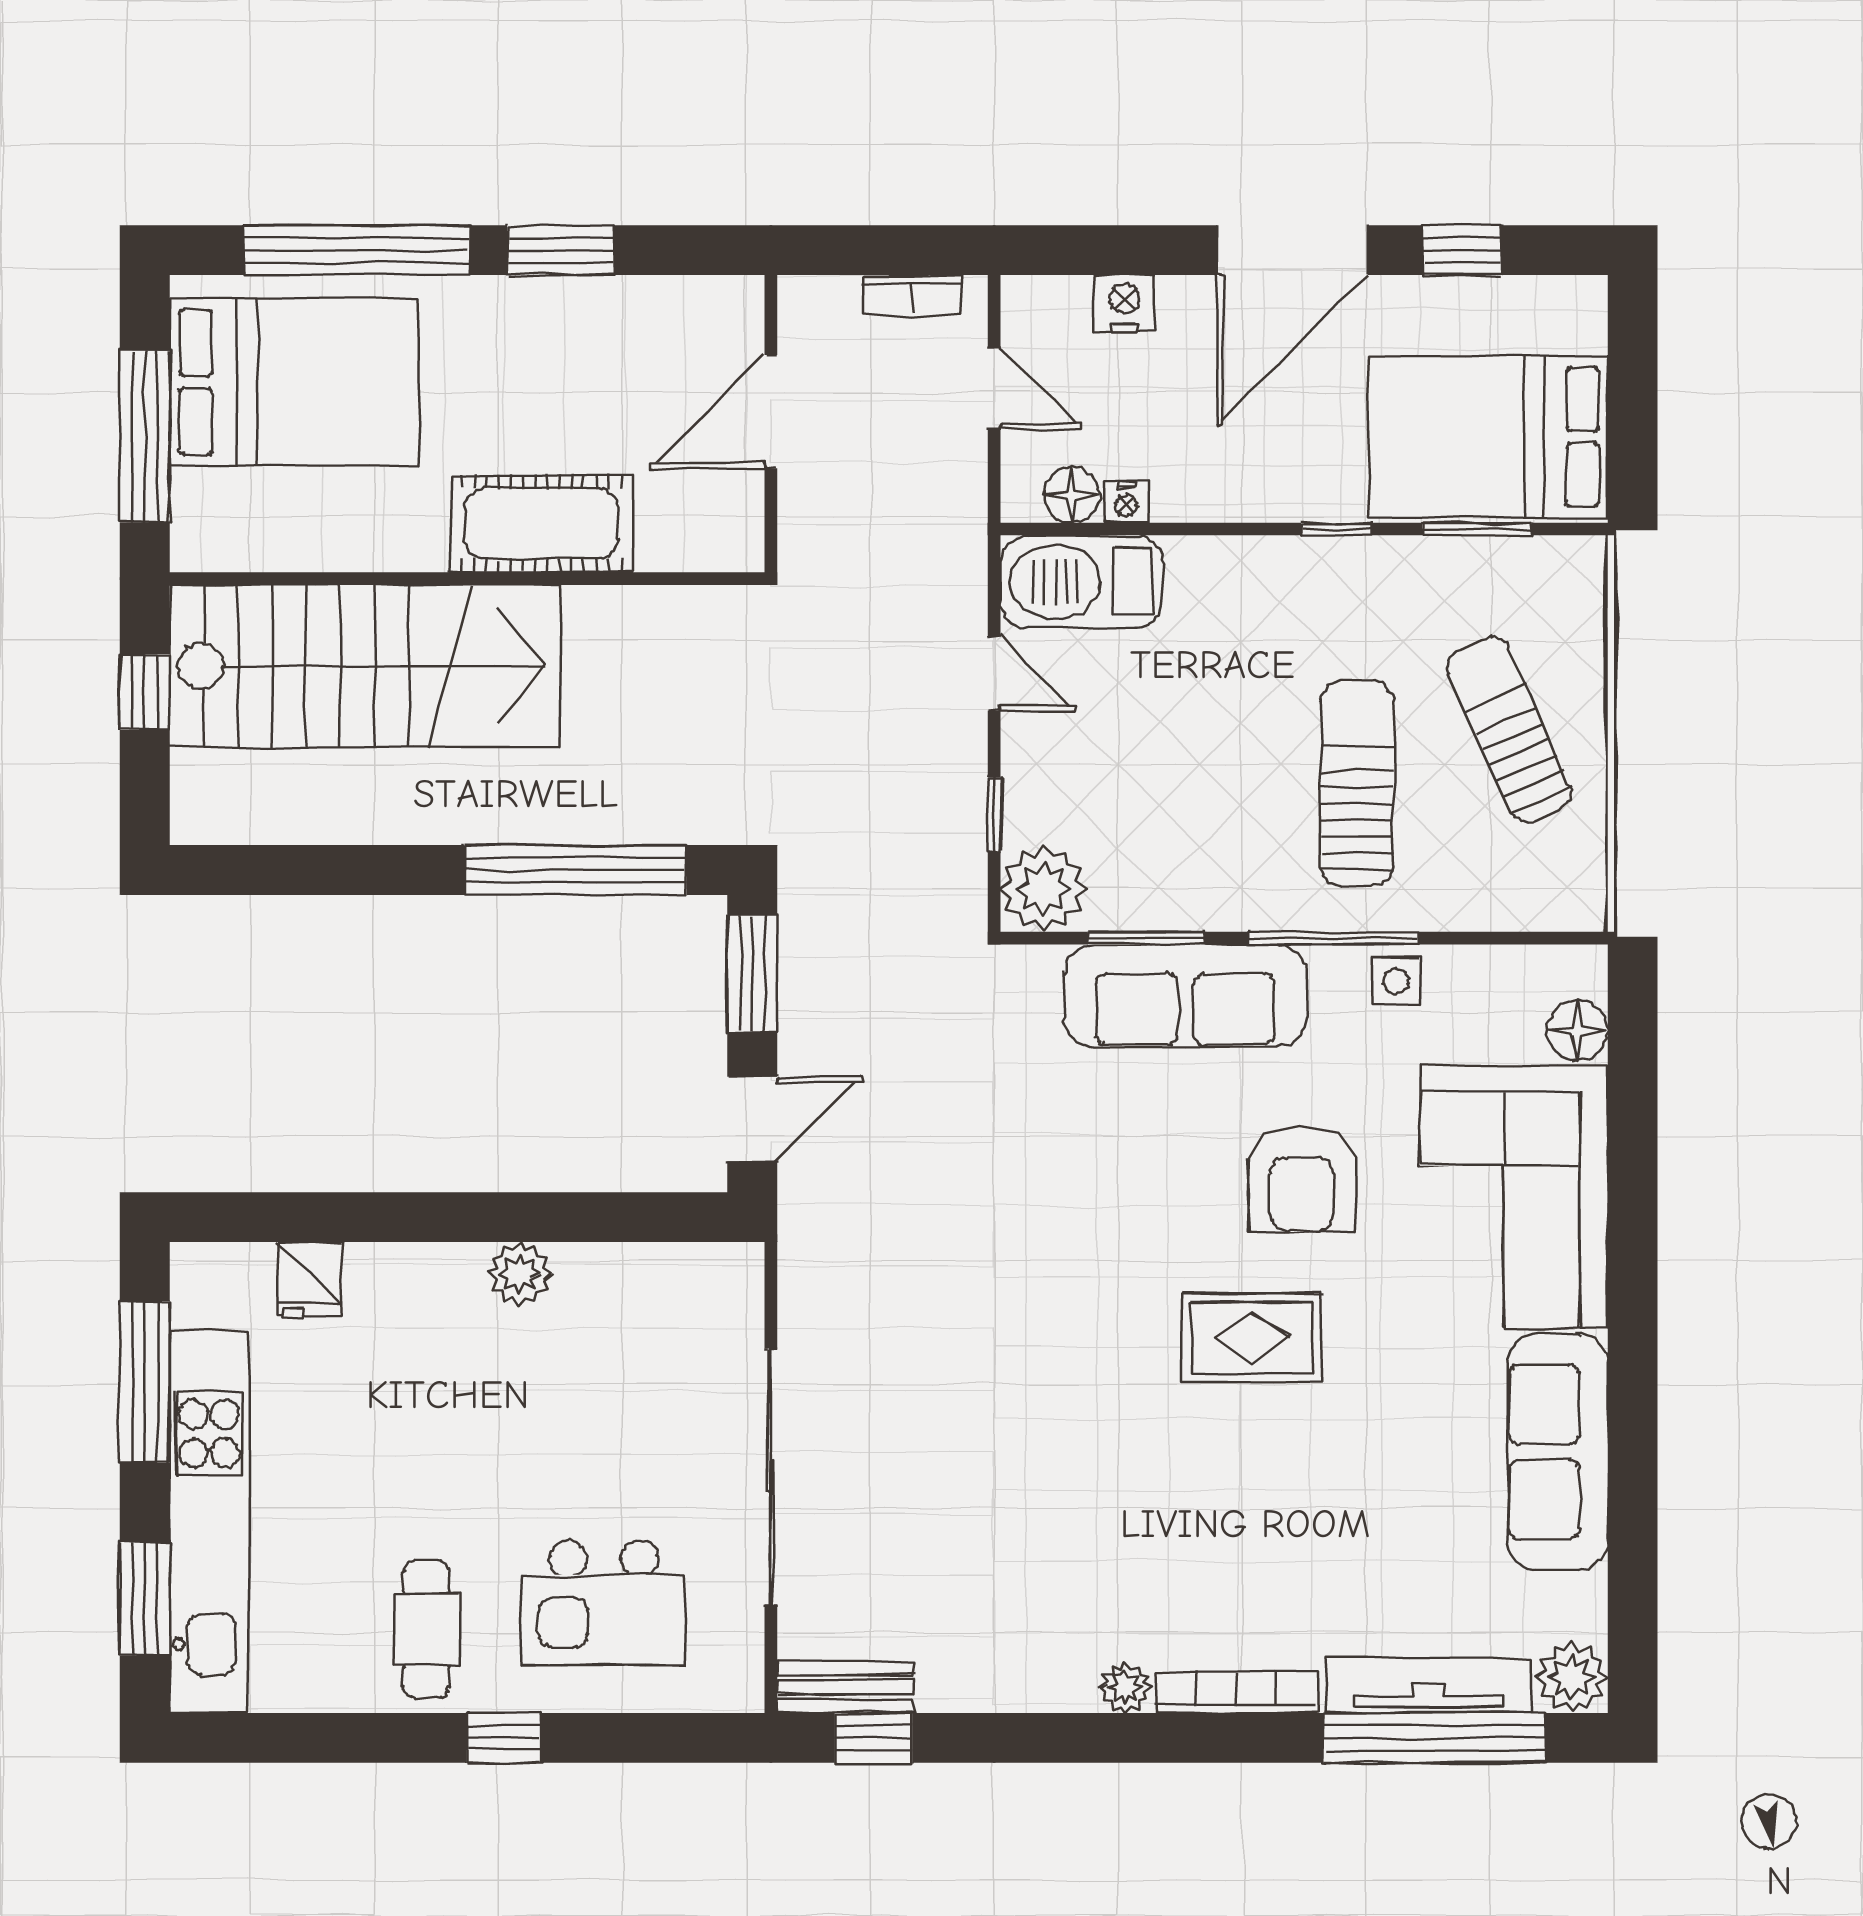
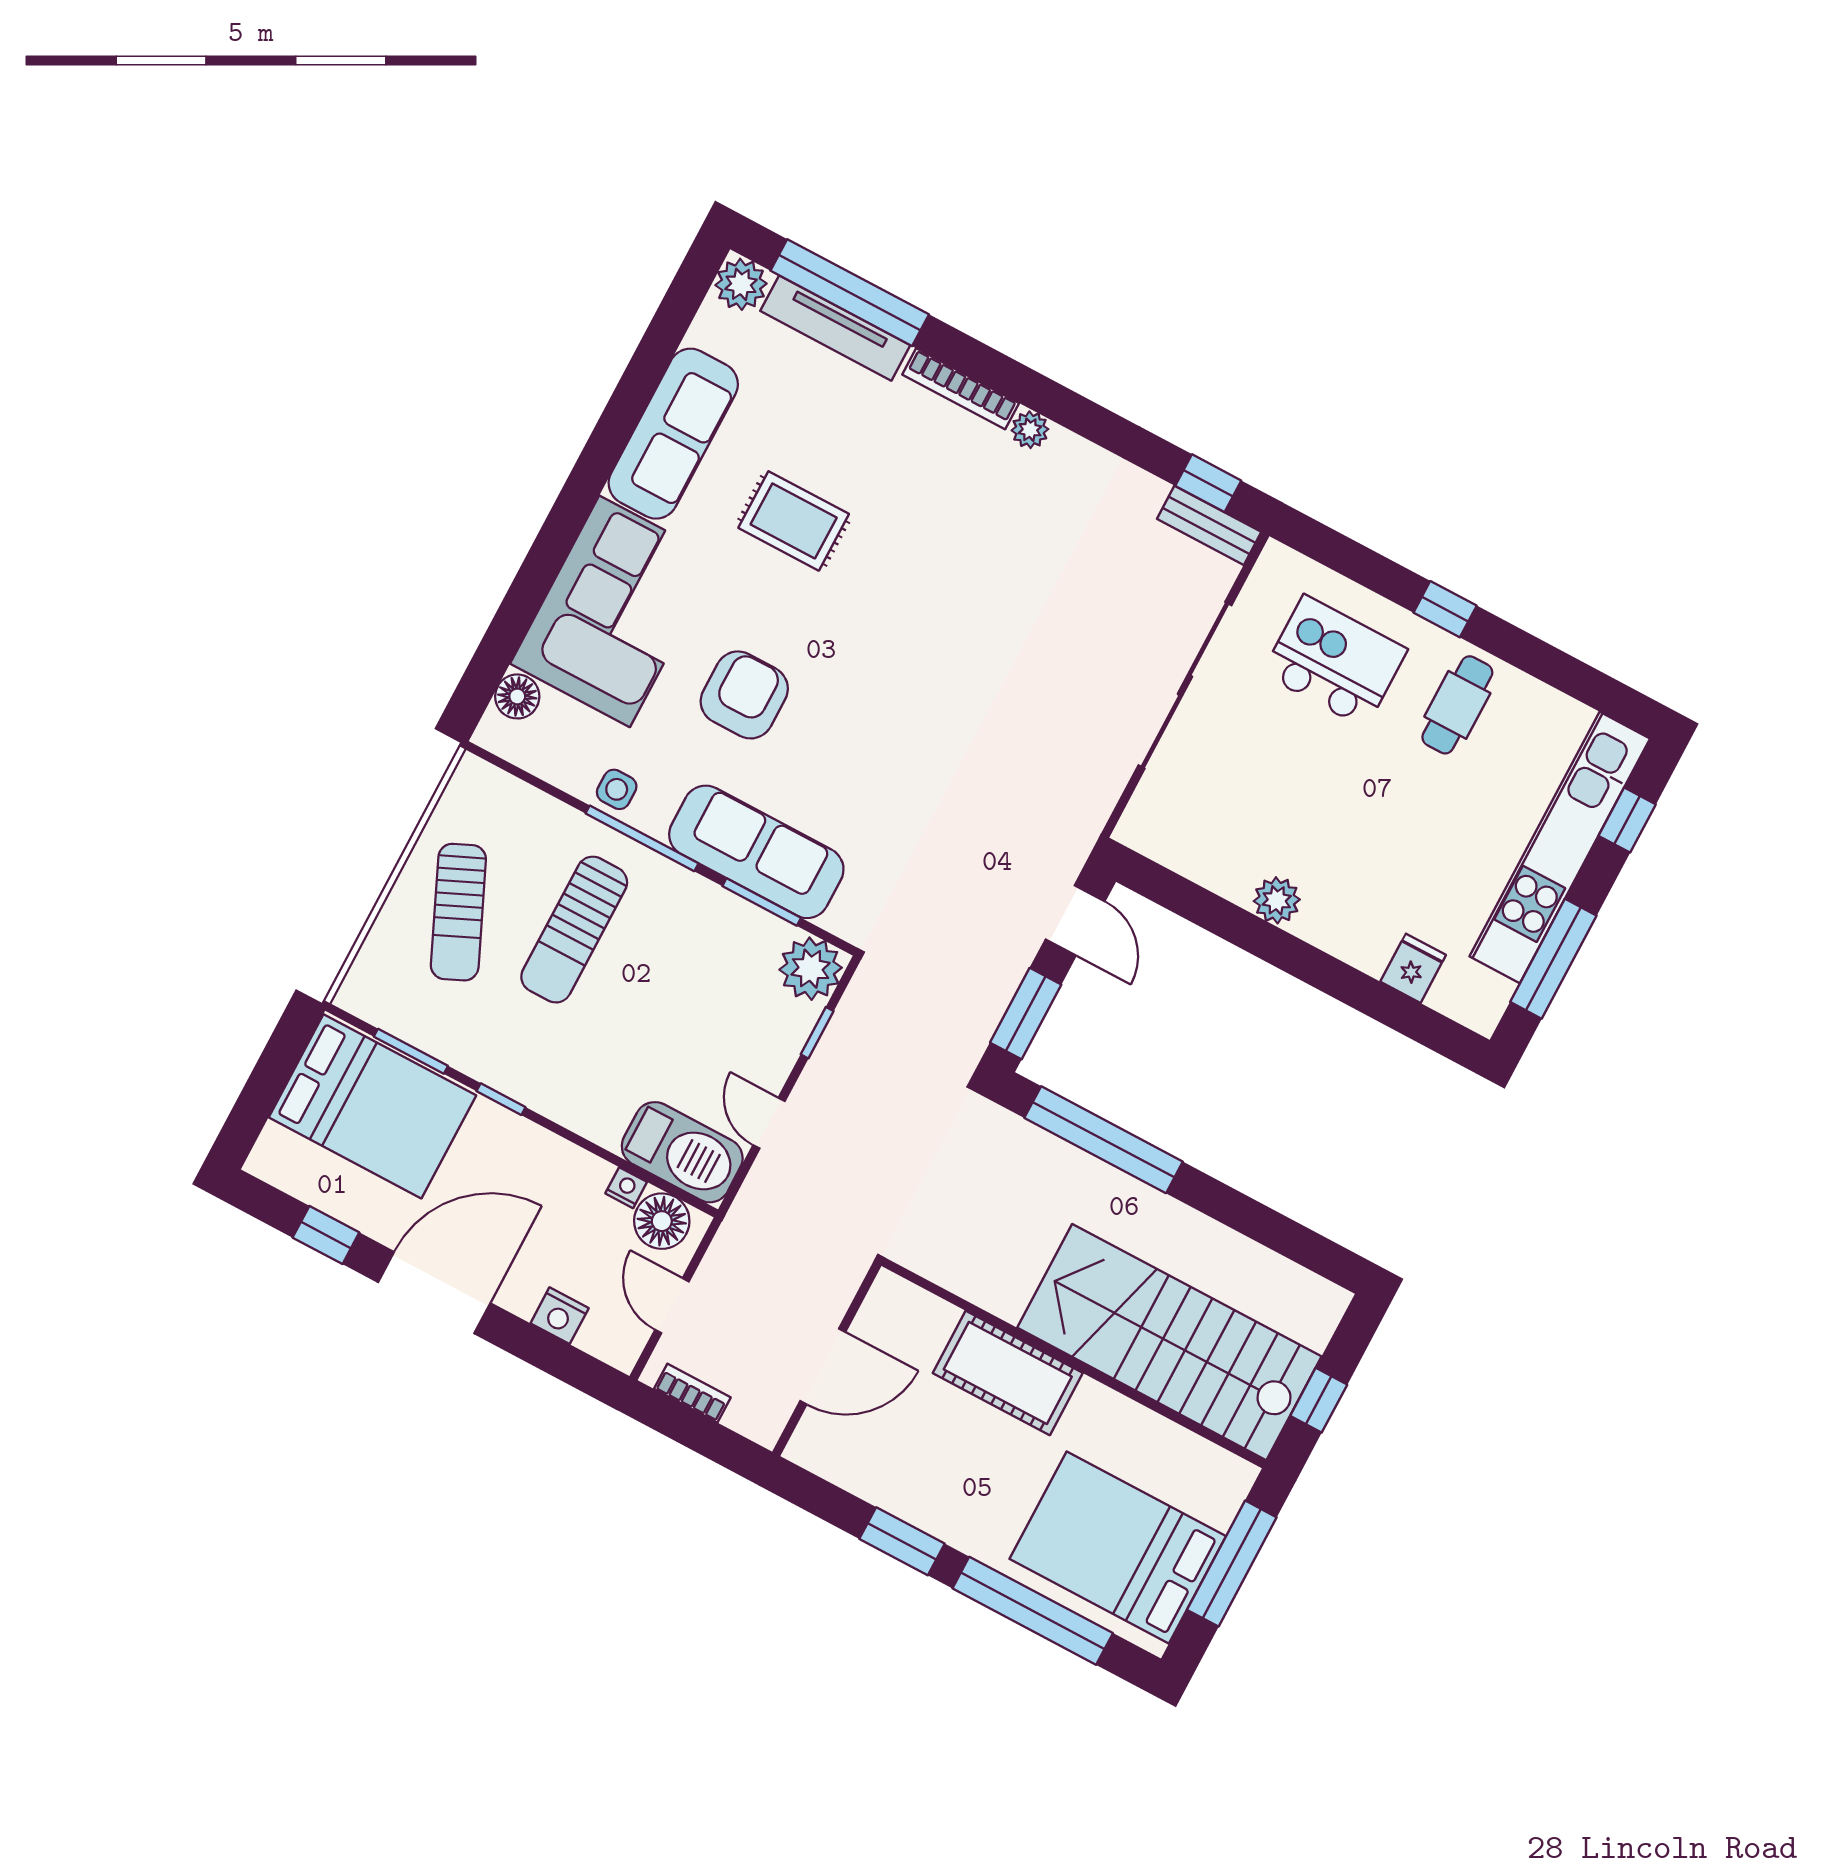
floor lamp: (1072, 495) -> (662, 1221), width x1.38, depth x1.38
door: (752, 1119) -> (1075, 920), swing flipped
rug: (1252, 1338) -> (794, 521), moved
window: (145, 1599) -> (1627, 820), width x0.67

